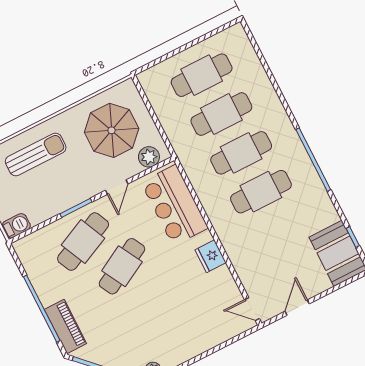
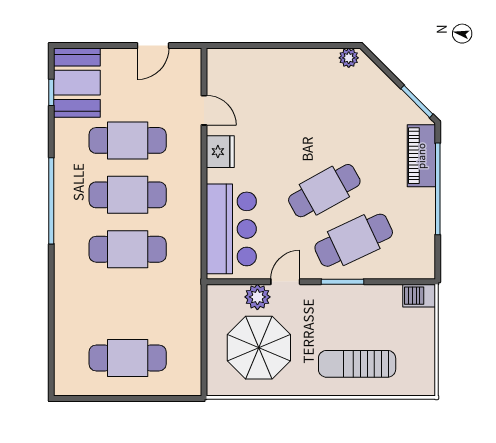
cafe table: (221, 114) -> (128, 140), moved
plant: (149, 157) -> (257, 297), moved
door: (252, 309) -> (204, 110), moved

